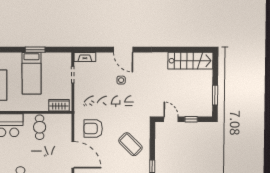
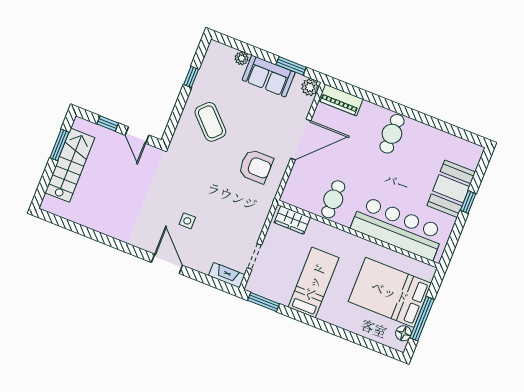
window: (35, 50) -> (264, 302), moved
stairs: (190, 61) -> (70, 165), moved, turned 90
door: (73, 155) -> (301, 140), swing flipped

